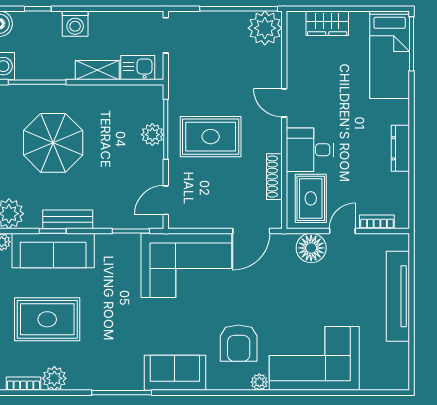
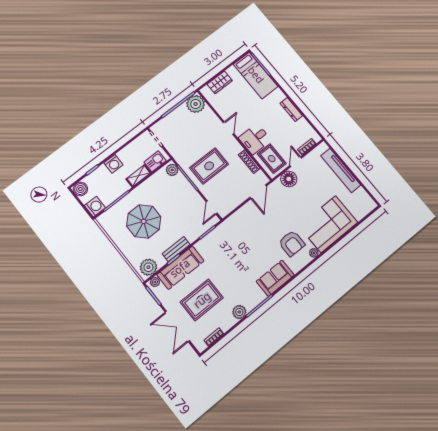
door: (284, 103) -> (229, 128), swing flipped
plant: (152, 135) -> (172, 170), moved
corner sofa: (186, 265) -> (243, 228), removed
plant: (54, 378) -> (239, 312), moved

